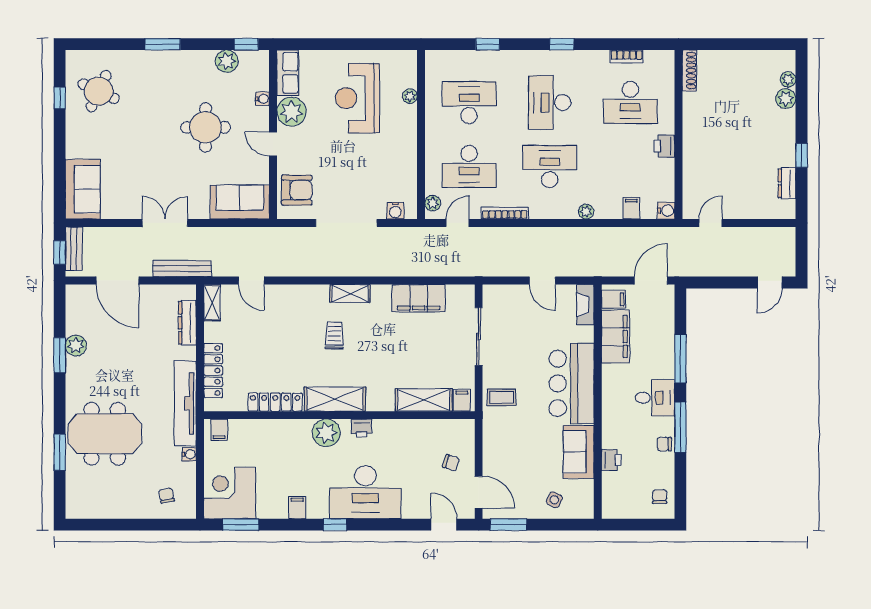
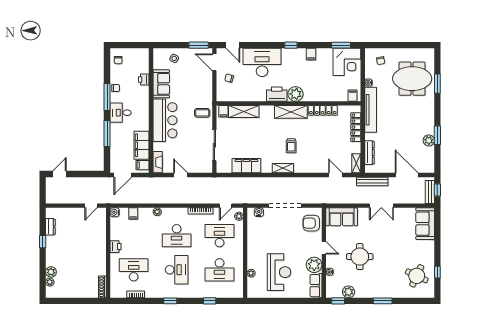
printer: (362, 428) -> (277, 94), width x1.87, depth x1.48
meeting table: (105, 434) -> (412, 79), moved
desk: (365, 492) -> (262, 62), moved

